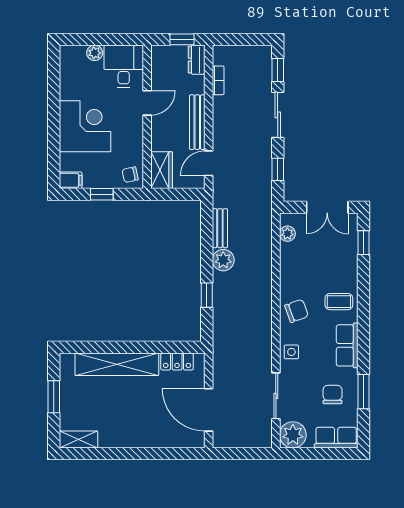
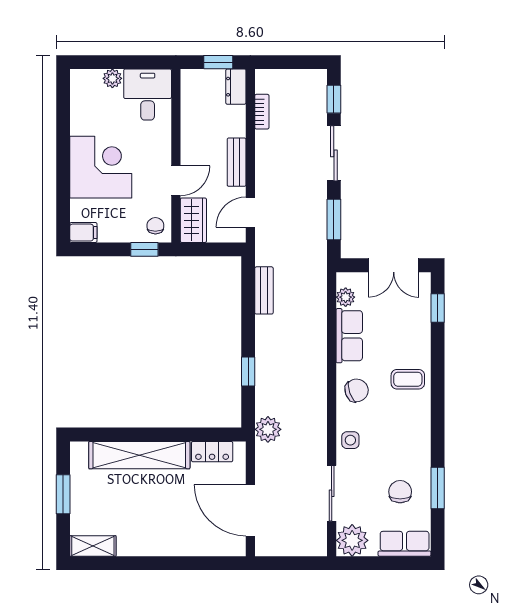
door: (147, 103) -> (176, 181), moved
bench: (197, 122) -> (237, 162), width x0.73
window: (278, 169) -> (334, 219), width x1.50
chair: (130, 175) -> (155, 226), turned 102
window: (102, 194) -> (144, 249), moved
plant: (223, 260) -> (268, 429), moved
row of seats: (347, 345) -> (349, 336), moved, turned 180

